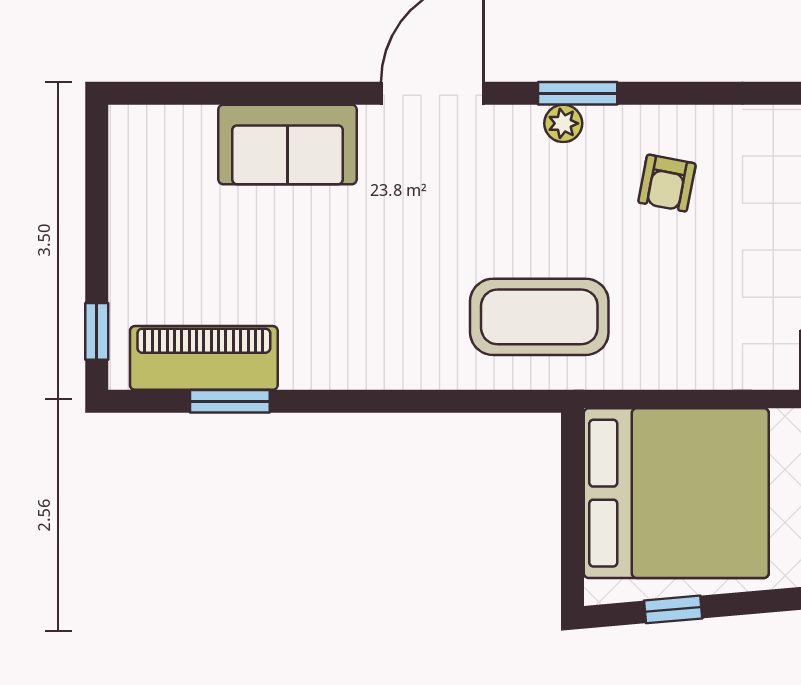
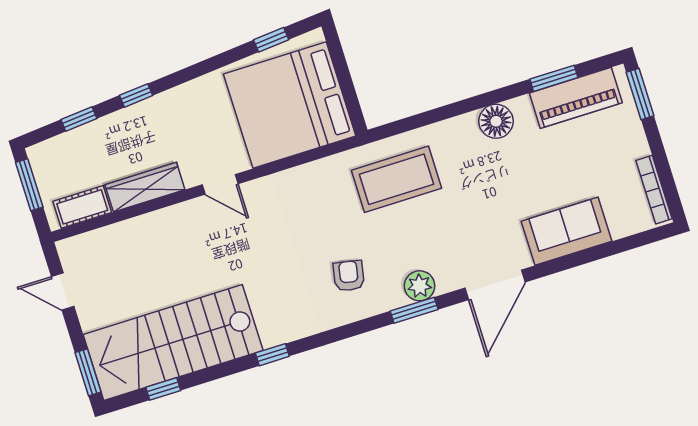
plant: (563, 123) -> (420, 286), width x1.38, depth x1.38
bookcase: (123, 168) -> (654, 190), added
window: (97, 331) -> (640, 94), width x1.50
floor lamp: (347, 361) -> (496, 121), added

